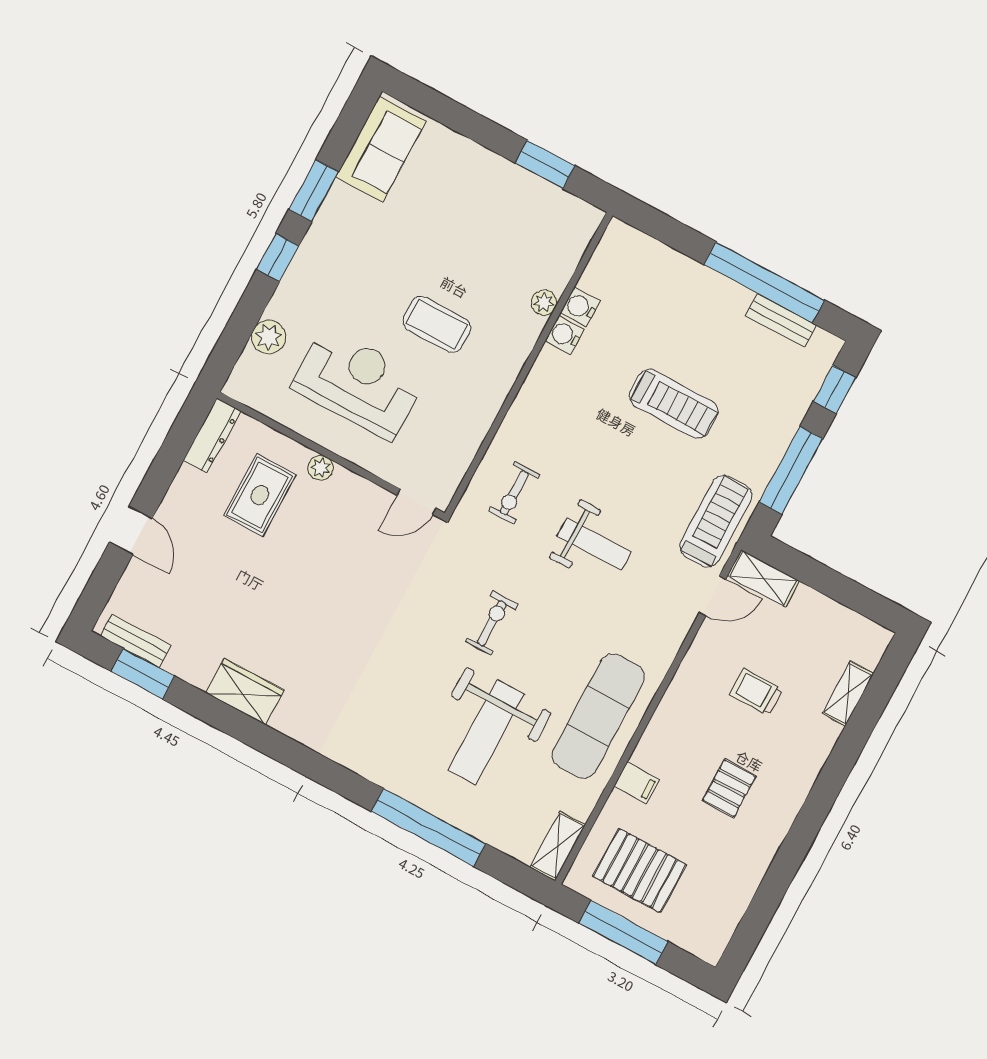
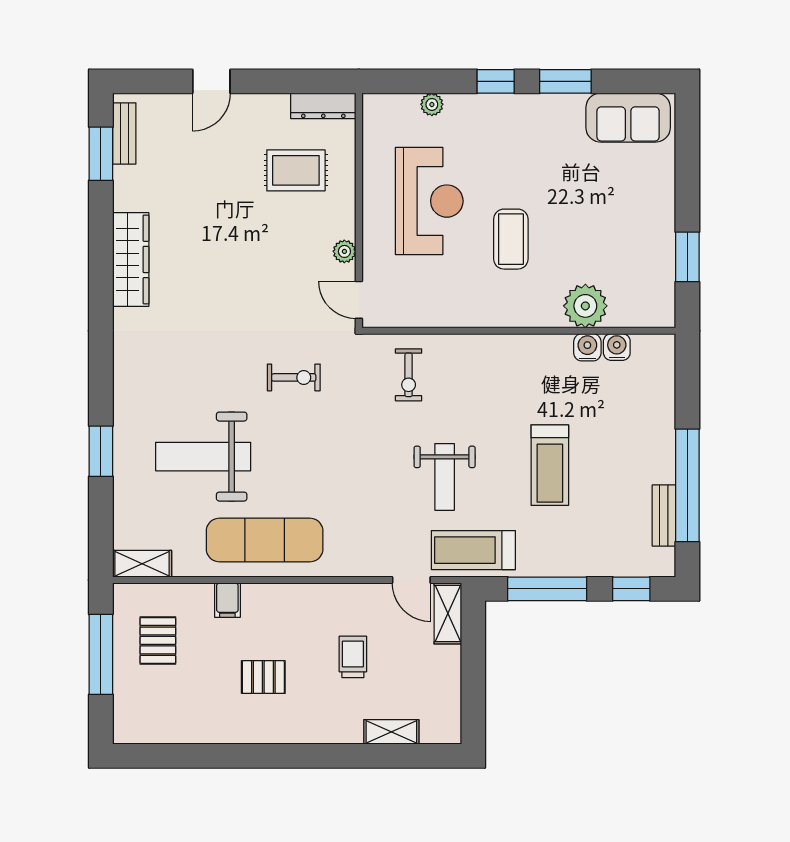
plant: (544, 303) -> (585, 306), width x1.88, depth x1.88
water cooler: (565, 335) -> (617, 347), moved
plant: (269, 337) -> (432, 104), width x0.73, depth x0.73
plant: (321, 468) -> (344, 251), moved
exercise bike: (514, 493) -> (409, 375), turned -90
treadmill: (716, 521) -> (473, 550), turned 180
weight bench: (594, 544) -> (445, 477), moved
exercise bike: (492, 623) -> (294, 377), moved
wardrobe: (245, 692) -> (131, 259), width x1.50
window: (428, 827) -> (101, 451), width x0.47
pallet: (640, 870) -> (158, 640), width x0.67, depth x0.71

